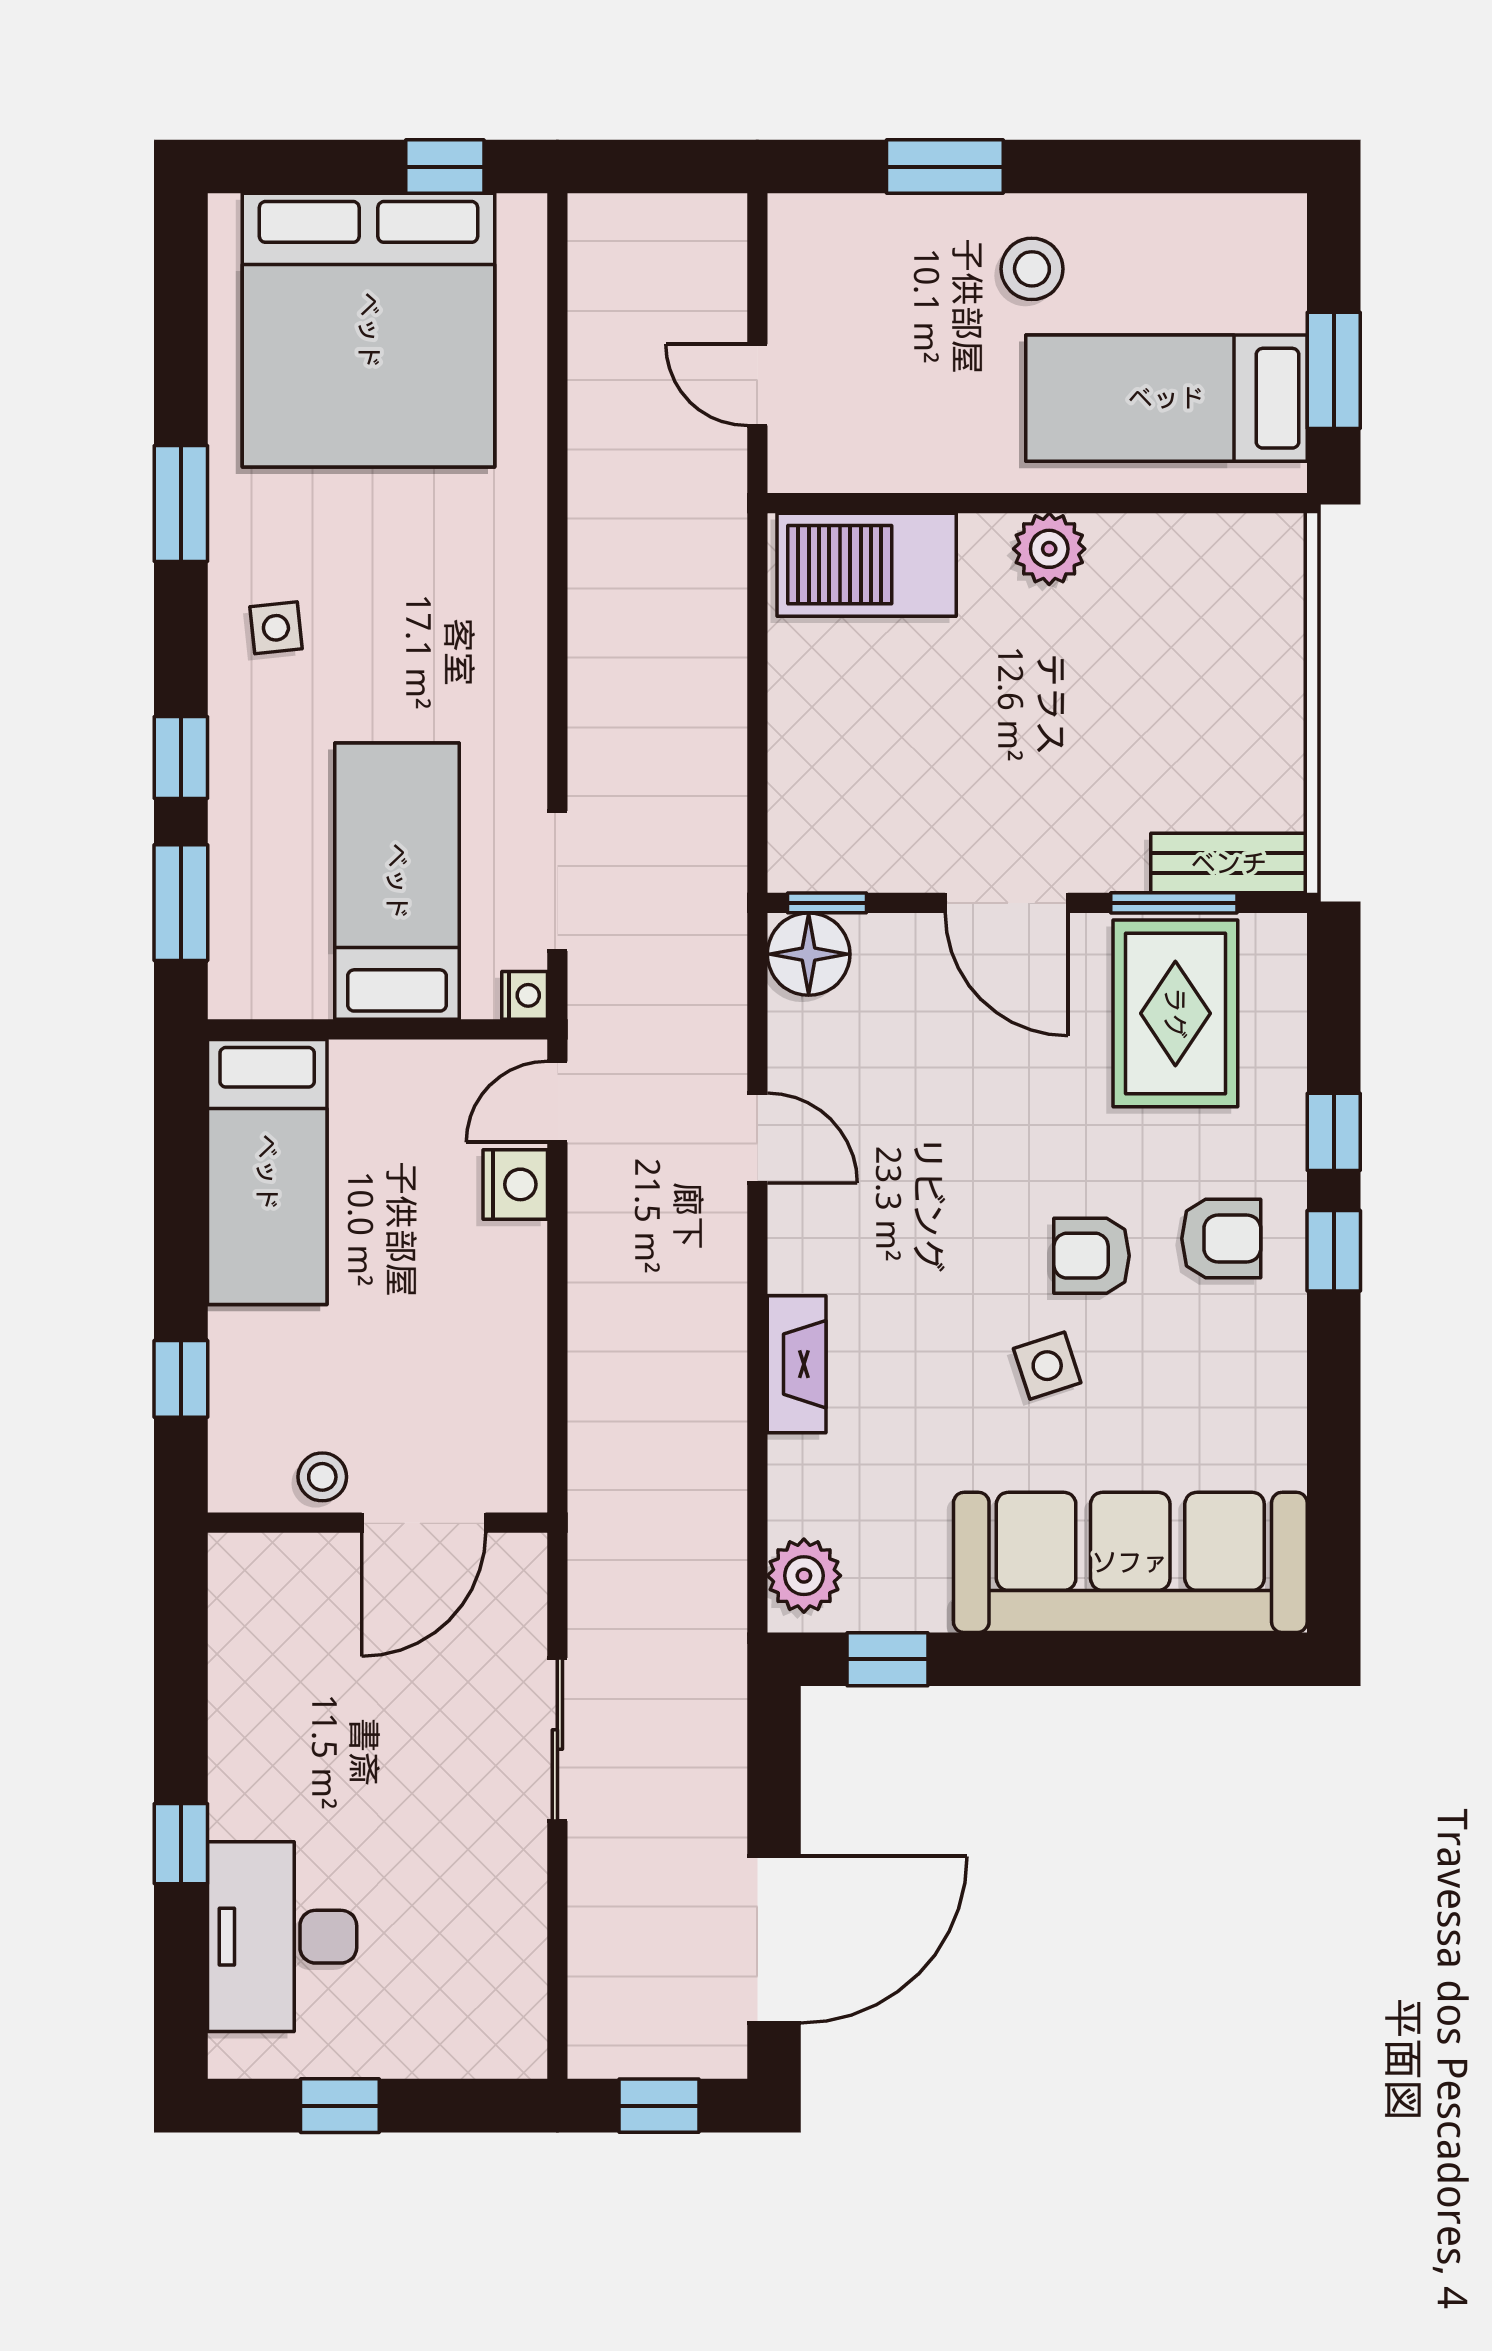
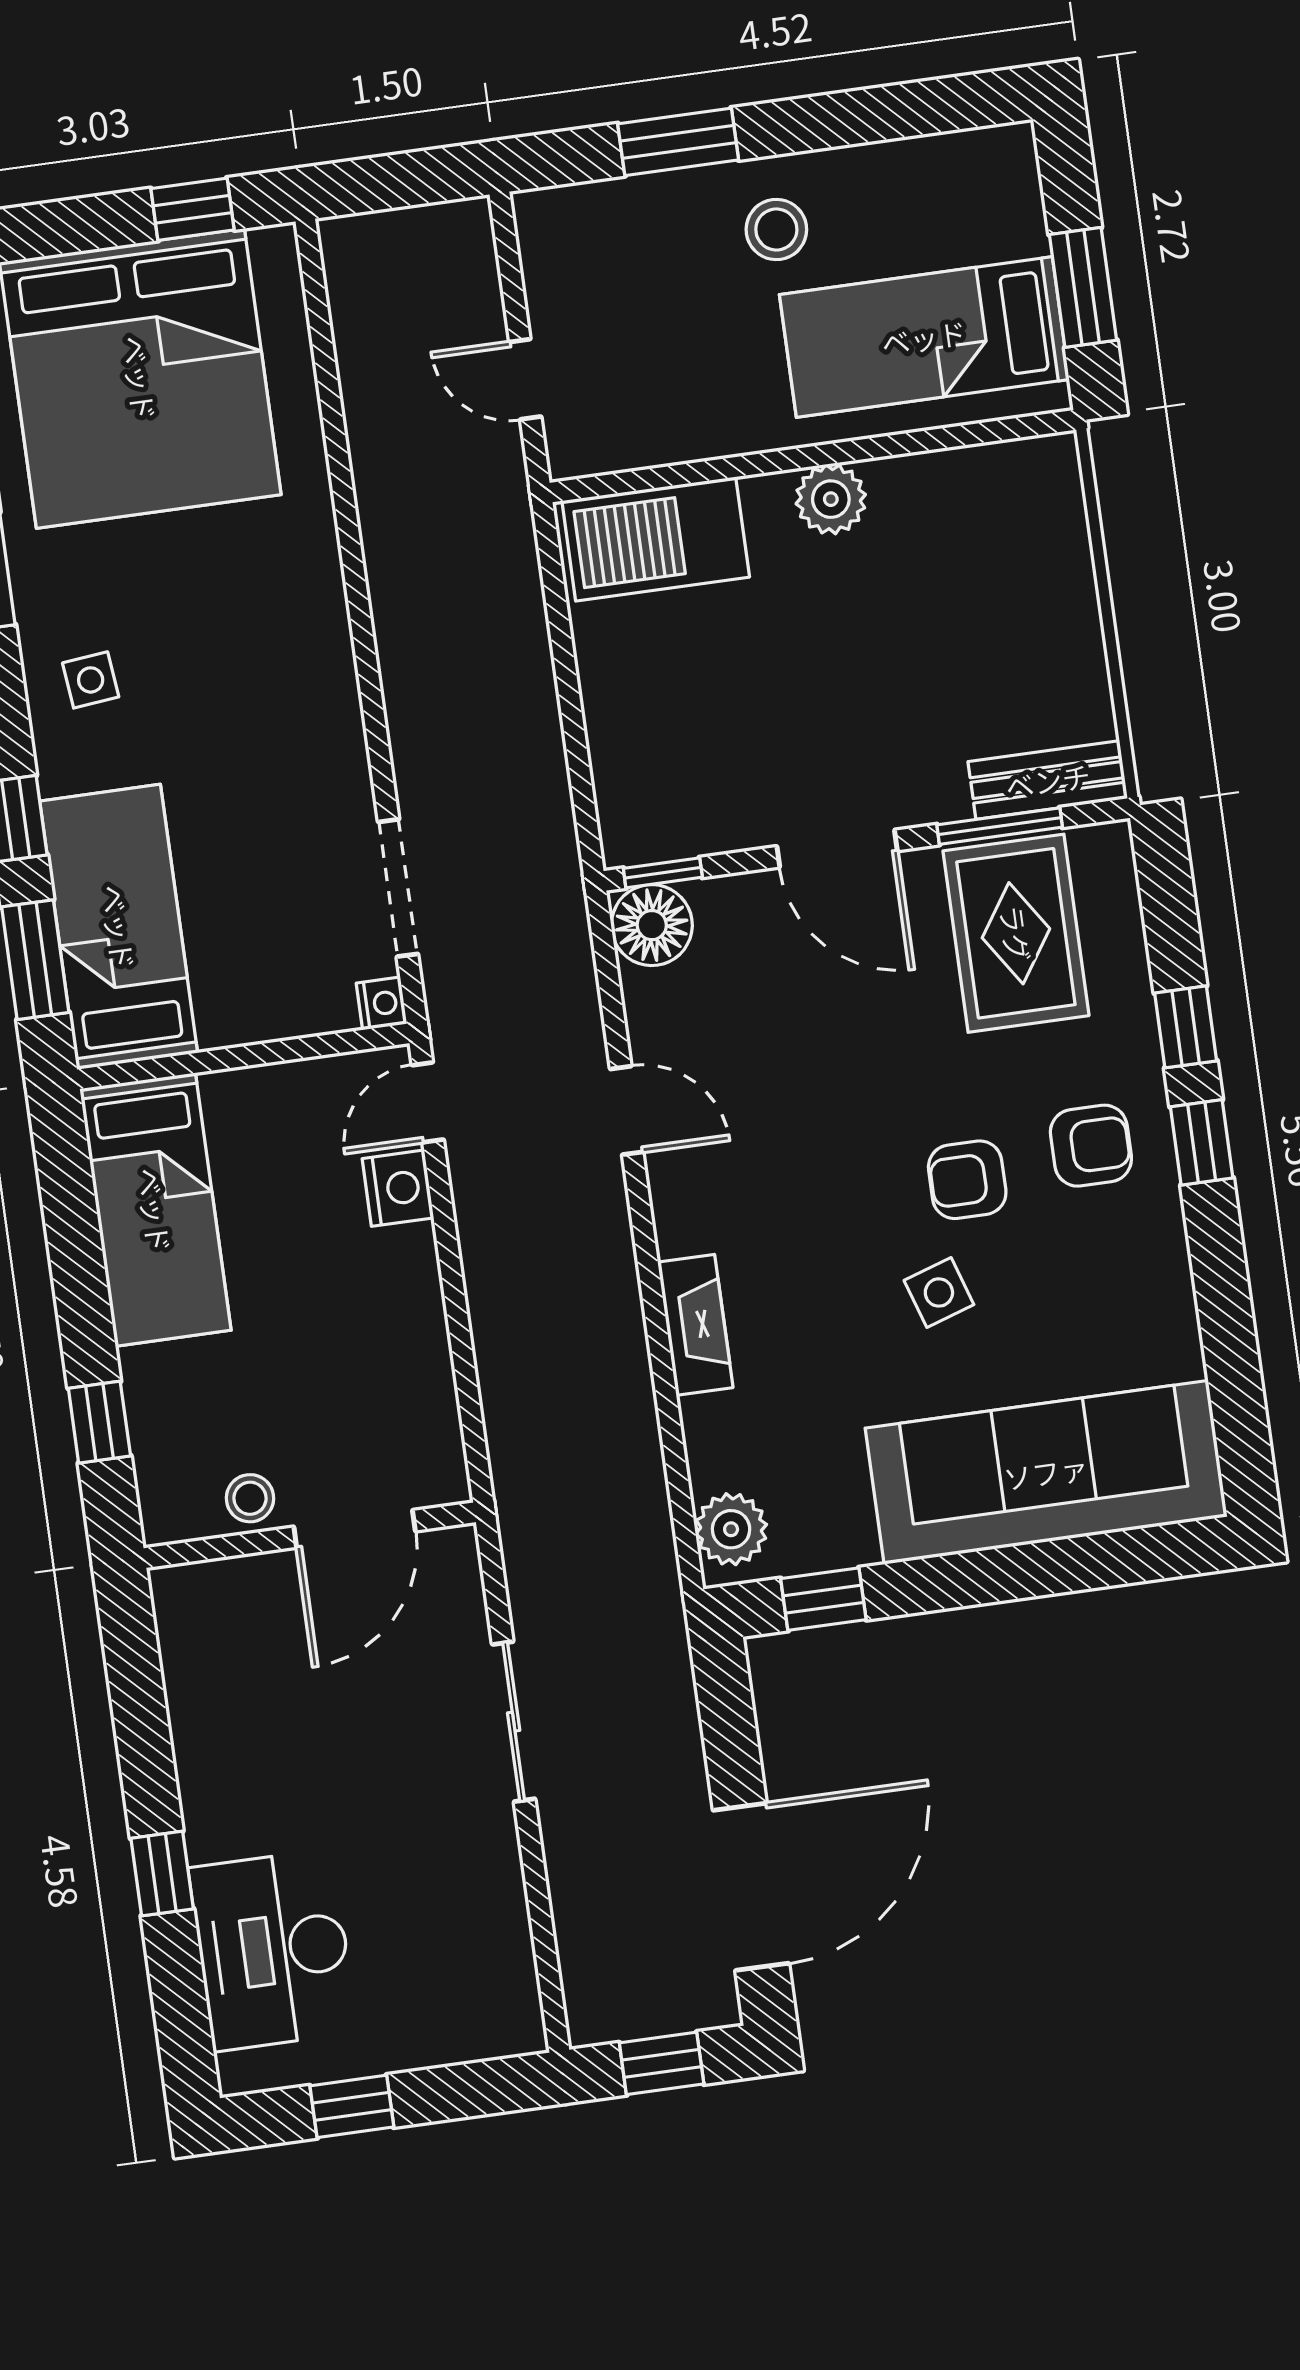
bed: (397, 881) -> (119, 927), moved

